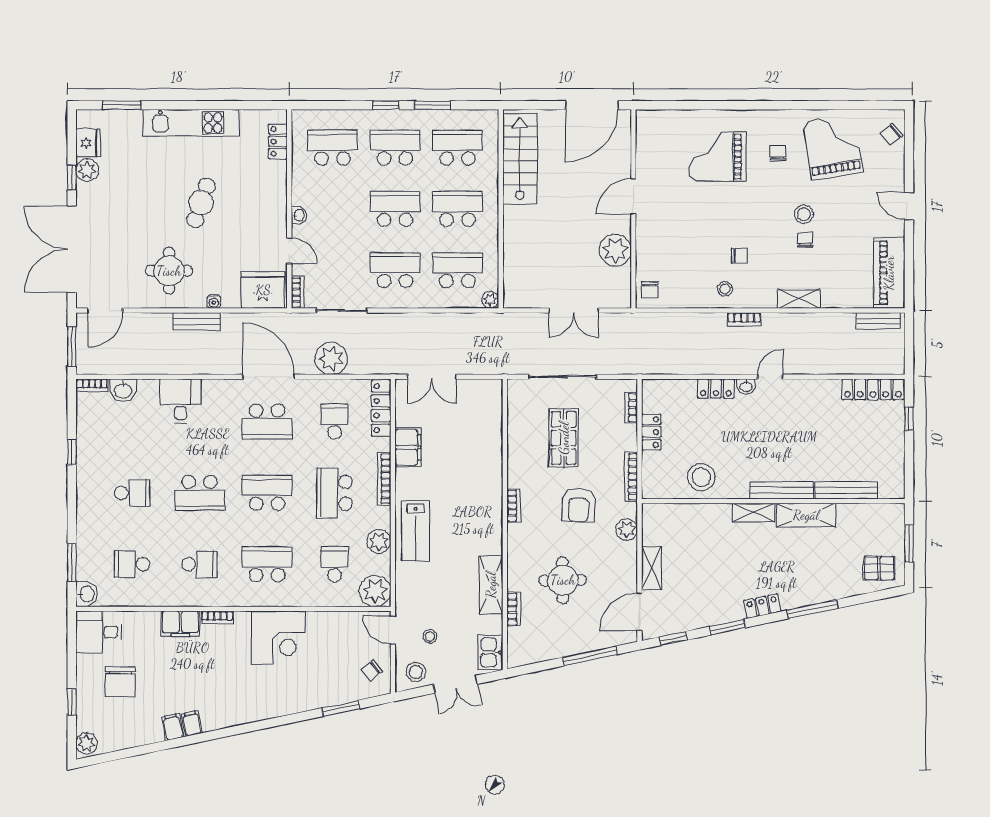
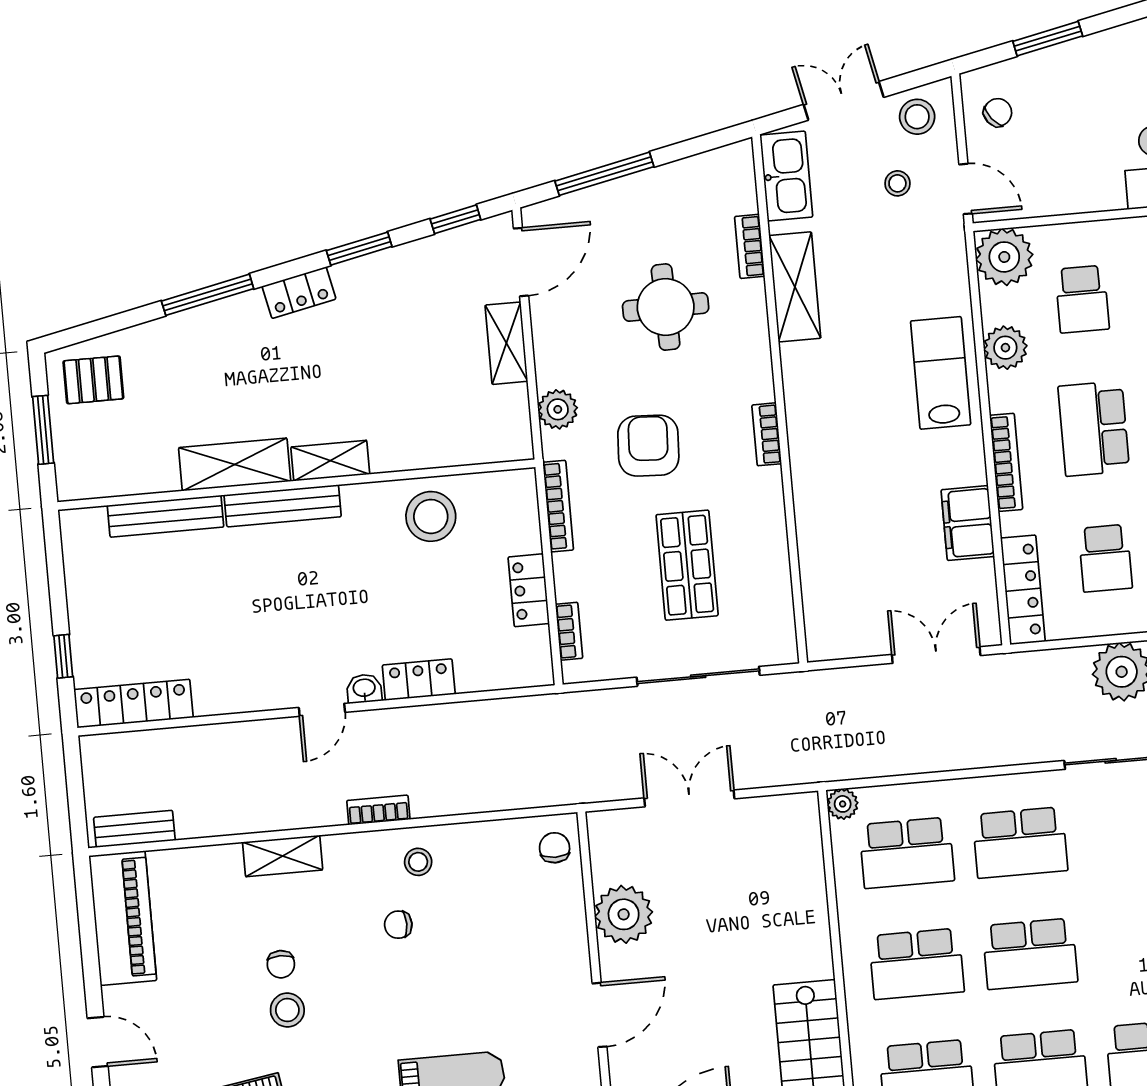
school desk: (335, 493) -> (1094, 429), turned 180
kitchen sink: (490, 652) -> (786, 176), width x1.38

